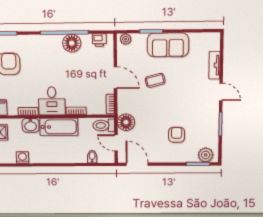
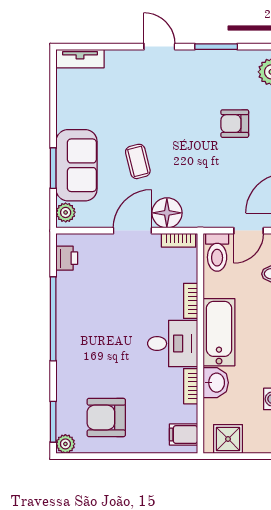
floor lamp: (72, 43) -> (71, 306), removed
sofa: (168, 45) -> (77, 165), moved
tv unit: (214, 65) -> (80, 59), moved
door: (221, 92) -> (159, 47), hinge flipped
floor lamp: (126, 122) -> (167, 213), moved

